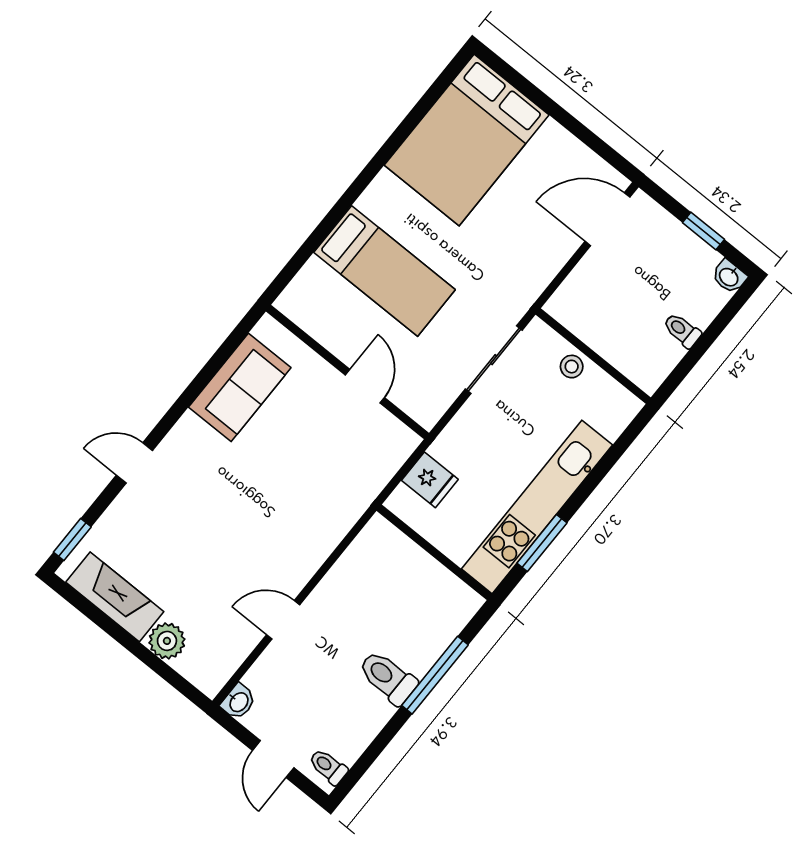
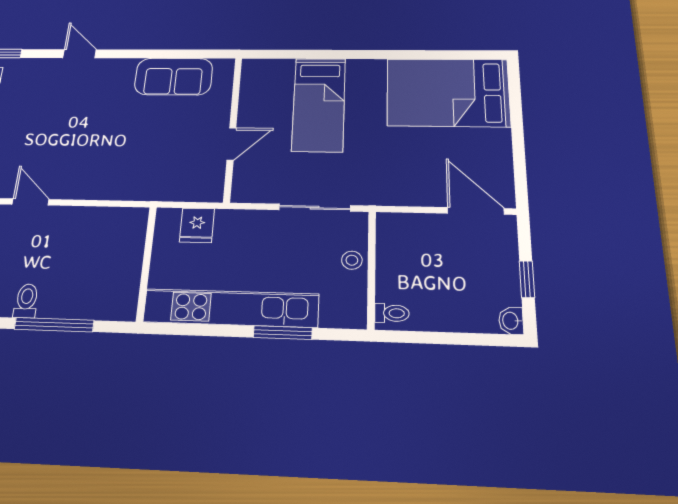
toilet: (682, 330) -> (392, 313), moved, turned 90
window: (542, 543) -> (283, 333), moved
toilet: (388, 677) -> (26, 301), width x0.73, depth x0.72

